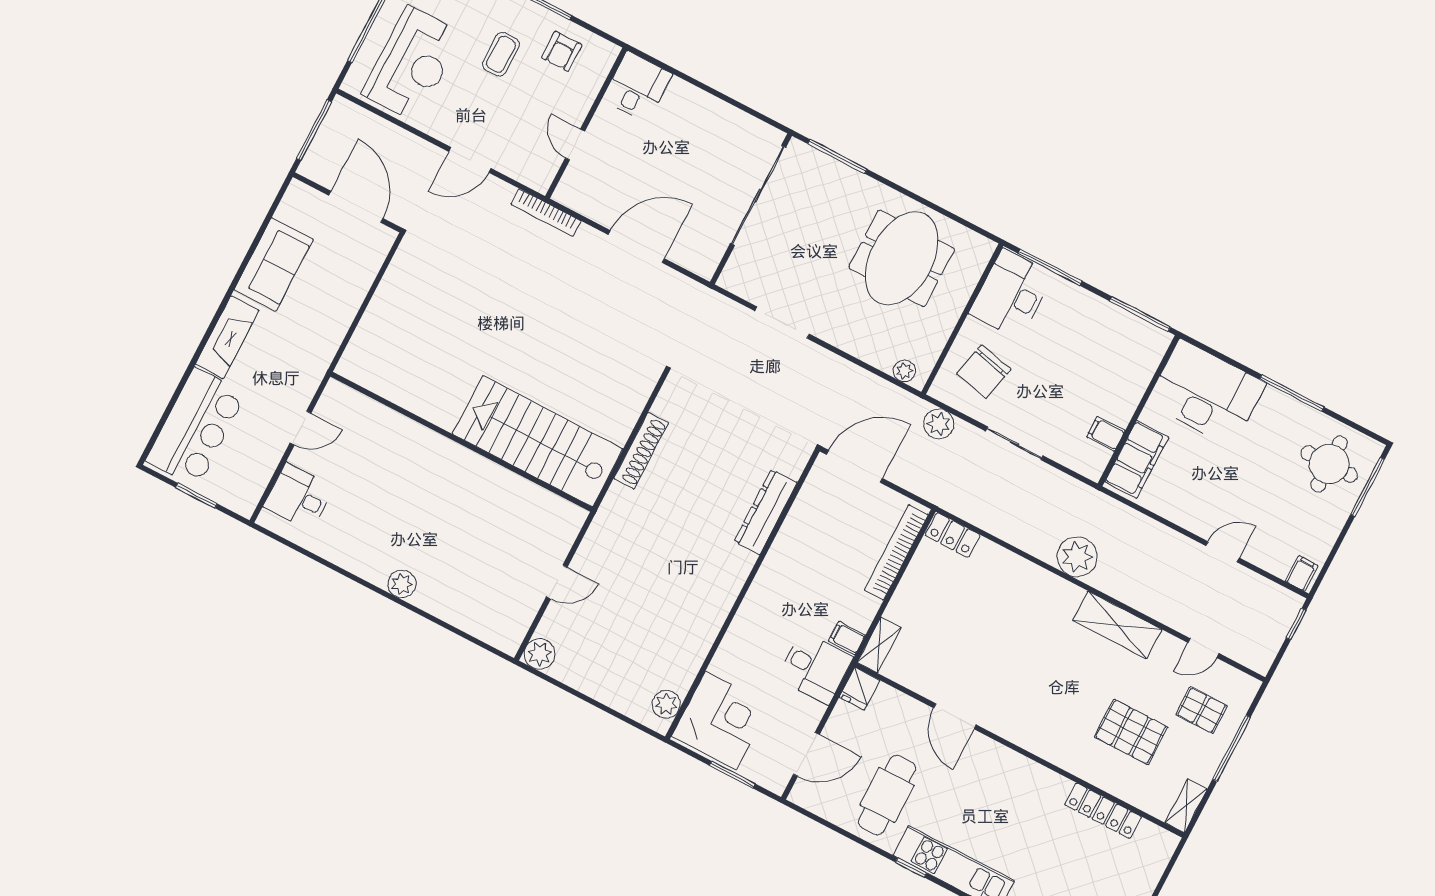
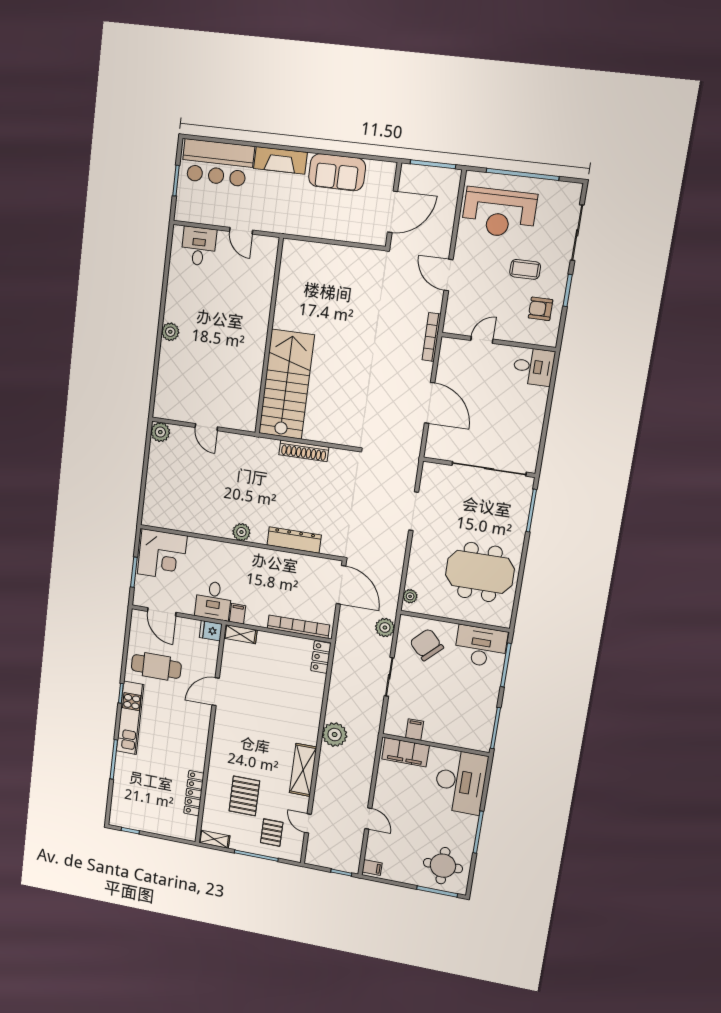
chair: (984, 372) -> (427, 645), turned 33
plant: (666, 704) -> (241, 532), moved

